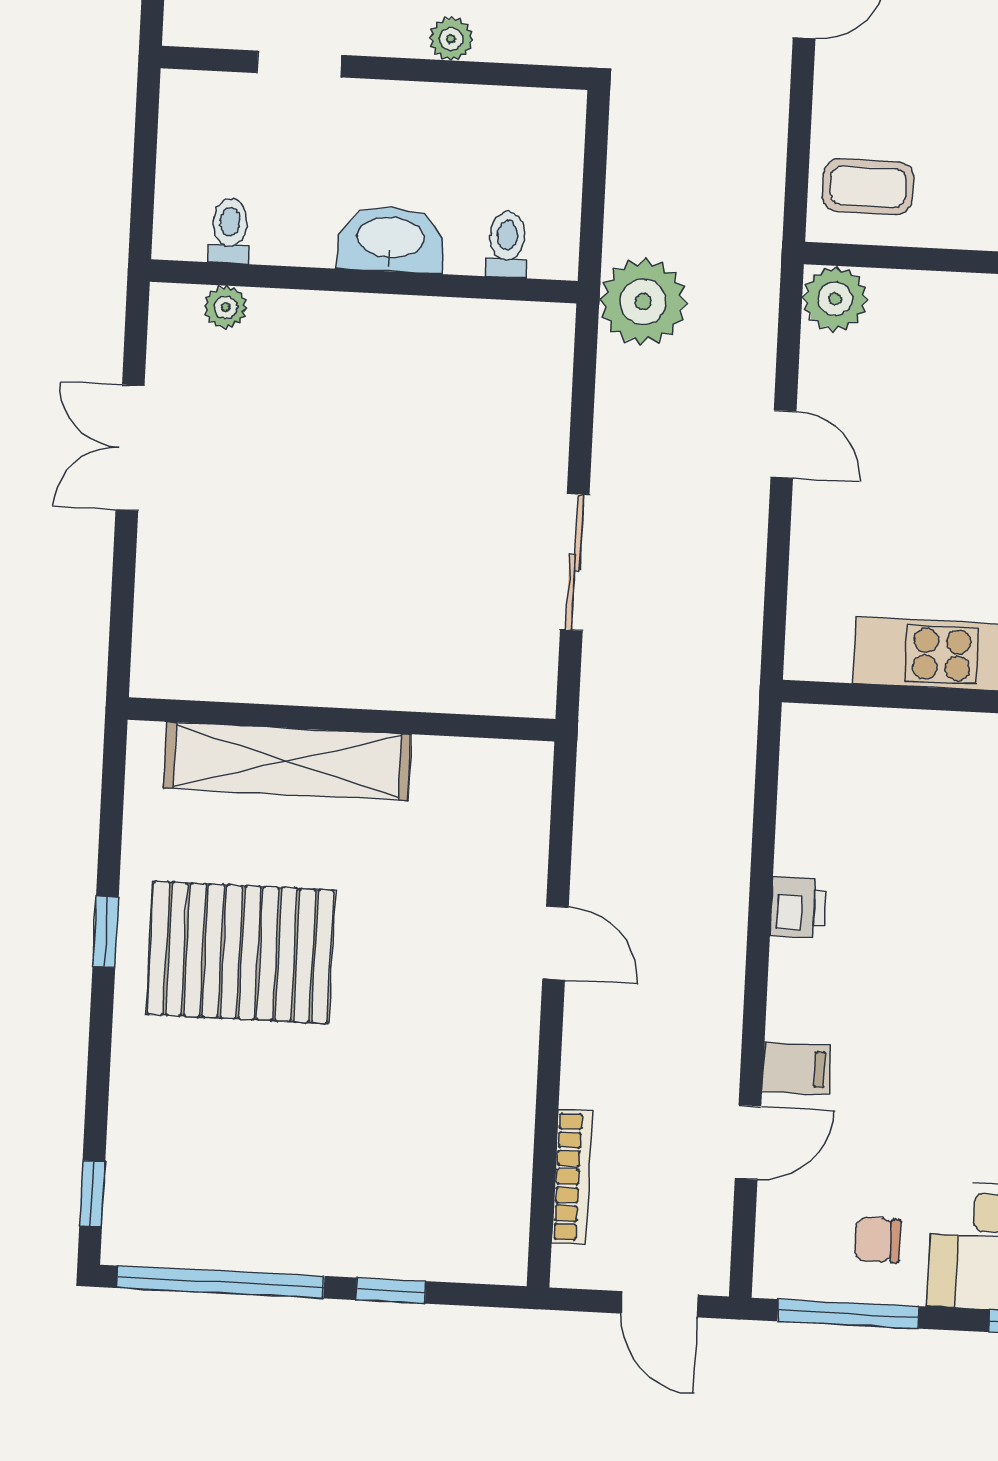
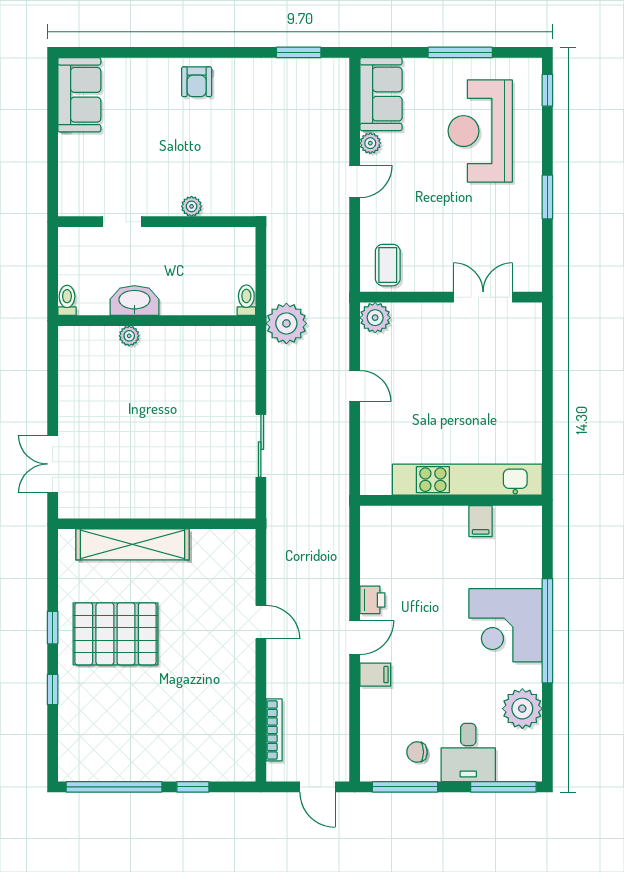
coffee table: (868, 187) -> (388, 265), turned 90
toilet: (230, 231) -> (67, 300), moved
washbasin: (390, 239) -> (134, 301), moved
toilet: (507, 244) -> (246, 300), moved
plant: (225, 307) -> (129, 336), moved
double door: (130, 448) -> (53, 464), moved
door: (748, 1142) -> (355, 638), moved
window: (92, 1194) -> (53, 690), moved

